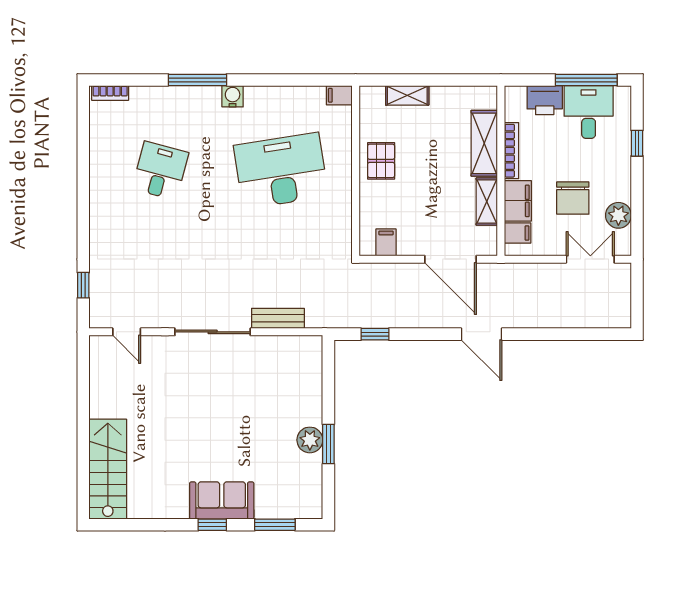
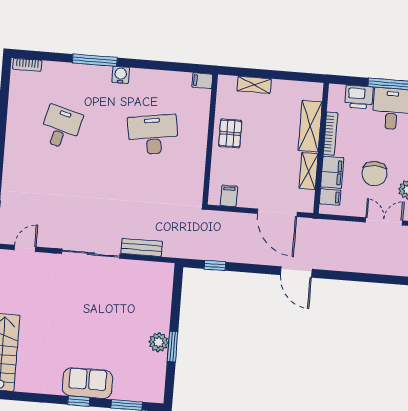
desk: (281, 171) -> (153, 135), width x0.73, depth x0.77
door: (127, 332) -> (25, 248), swing flipped

